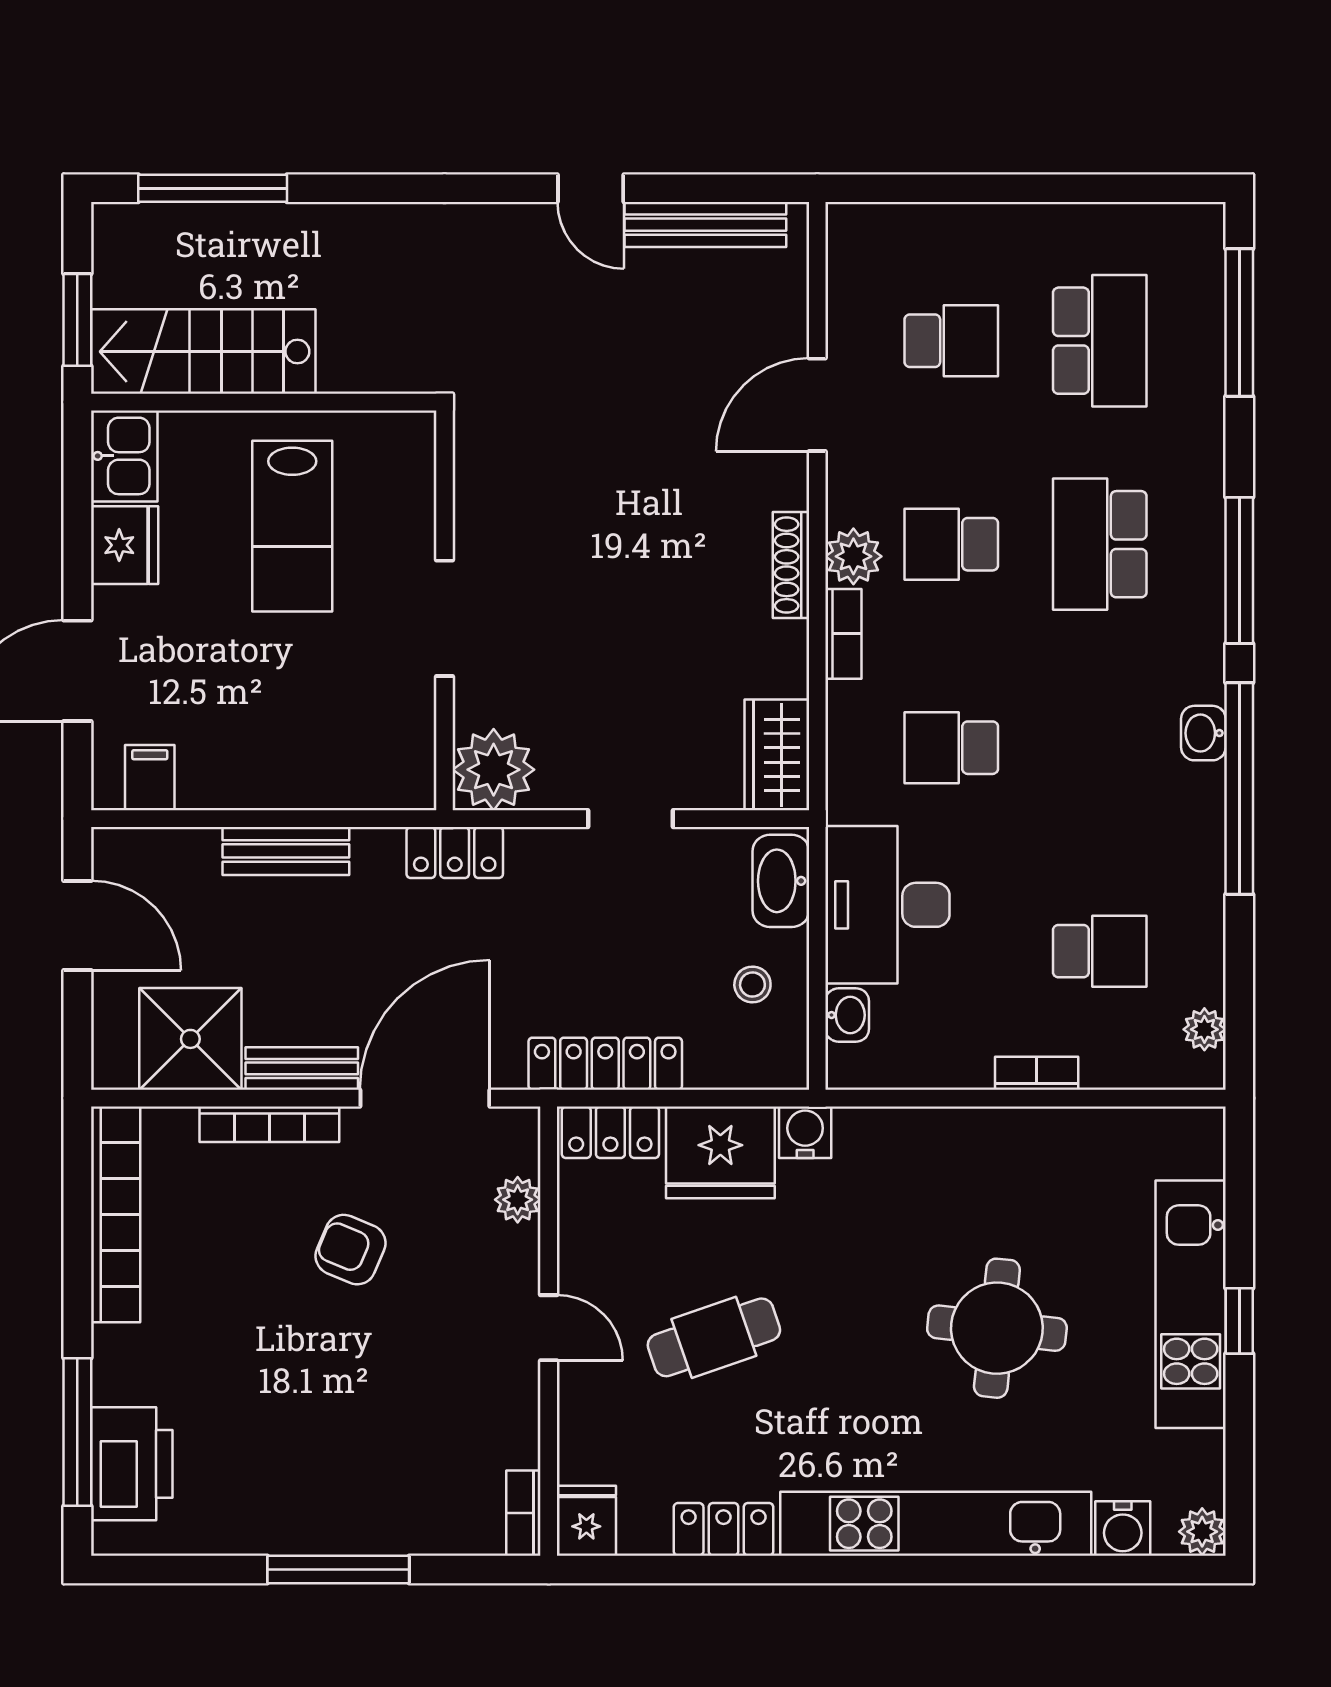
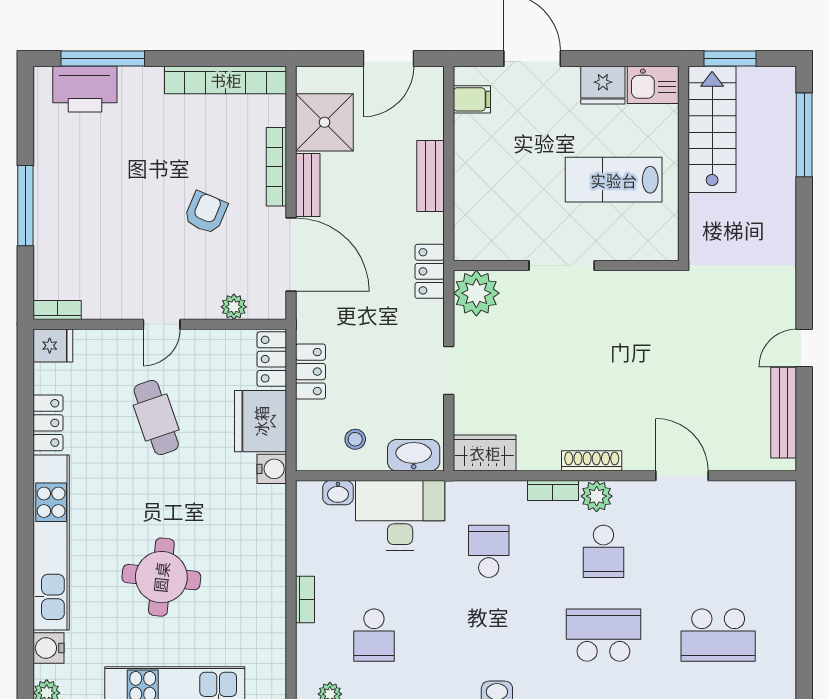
school desk: (951, 341) -> (718, 551), removed
school desk: (951, 544) -> (603, 551), turned 180
locker: (605, 1064) -> (310, 372), width x0.66

